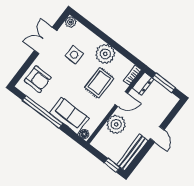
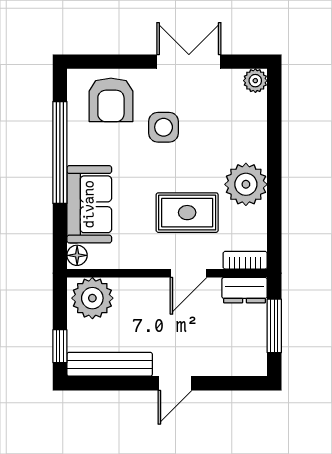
side table: (74, 55) -> (164, 127), moved
door: (121, 99) -> (189, 273), hinge flipped
plant: (116, 124) -> (92, 298), moved

